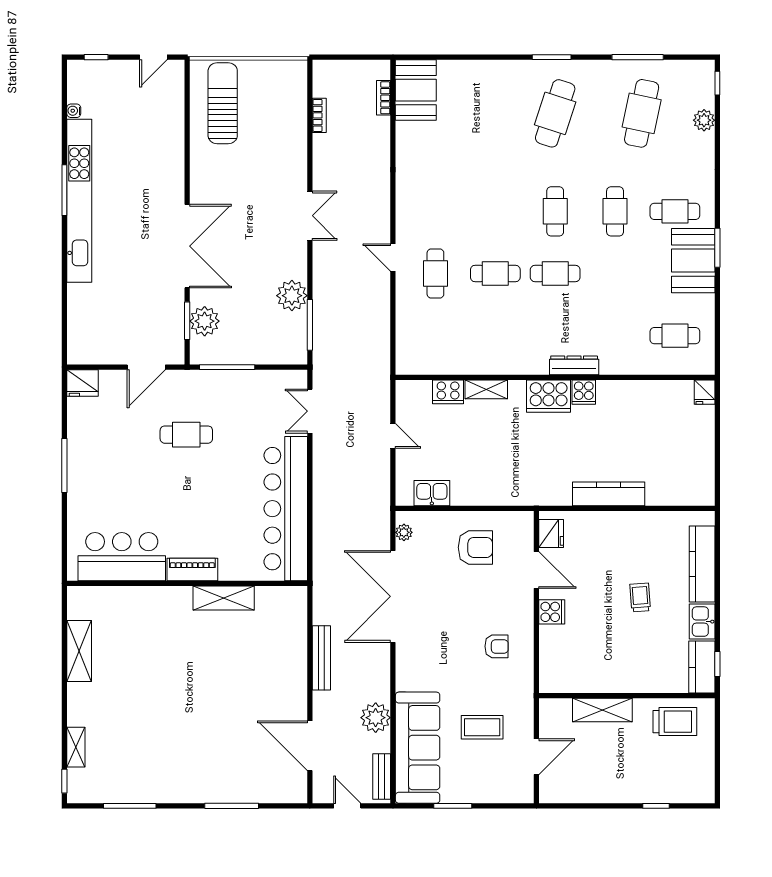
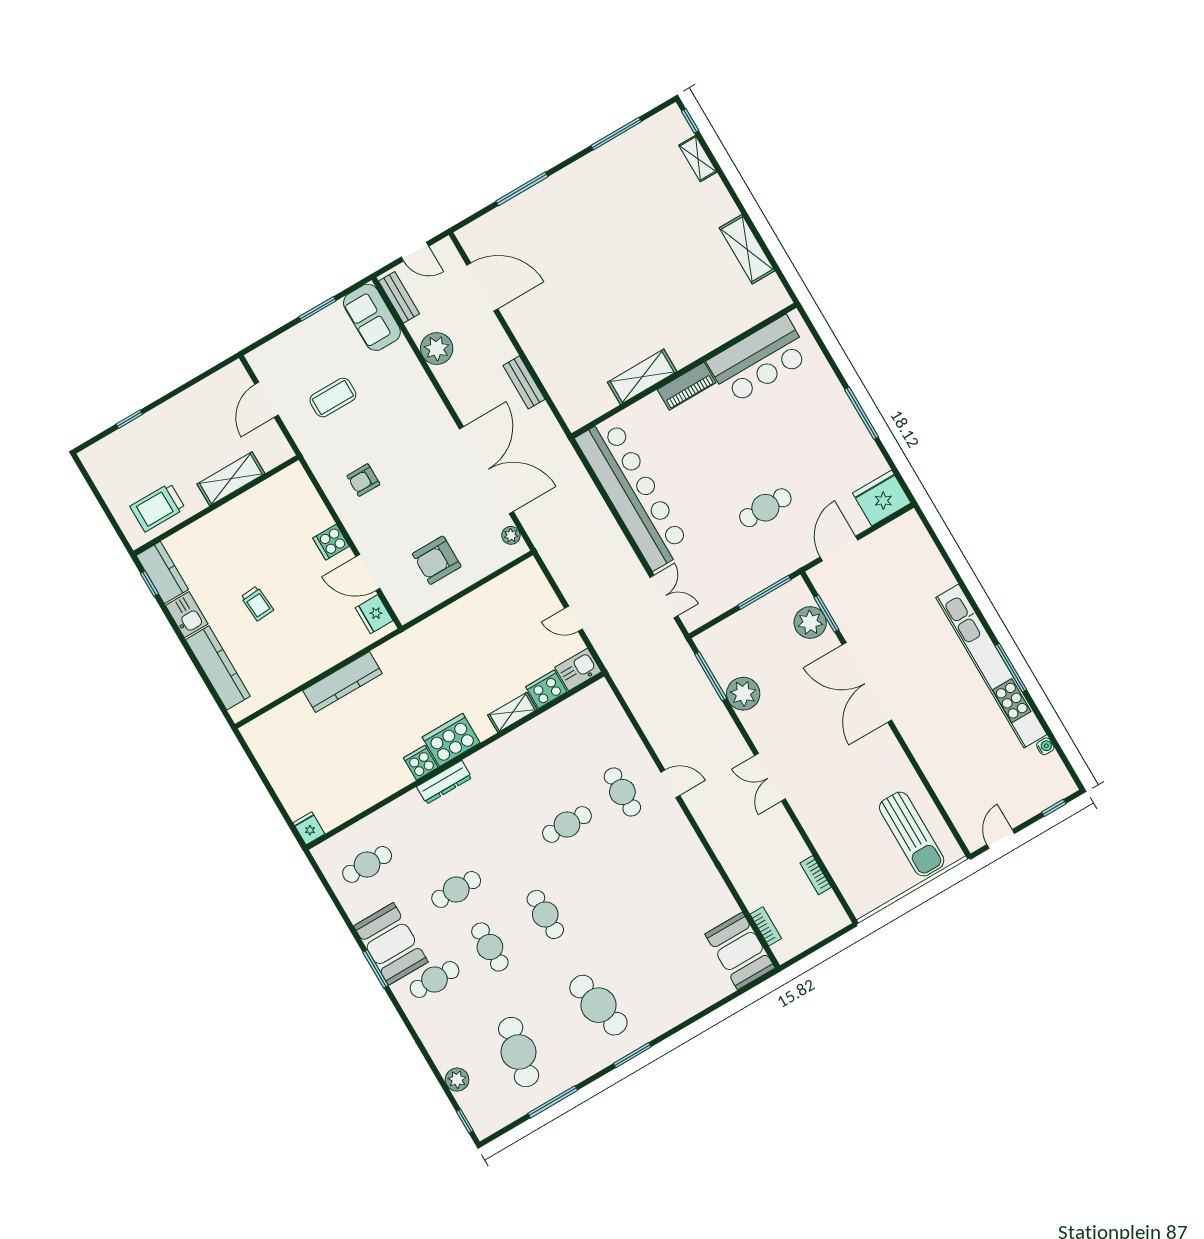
cafe table: (555, 113) -> (598, 1005), turned -30
cafe table: (555, 274) -> (456, 889), moved
fridge: (83, 383) -> (882, 498), width x1.36, depth x1.34
kitchen sink: (432, 493) -> (578, 670), moved, turned 180
bench: (321, 658) -> (524, 382), width x0.73
sofa: (418, 748) -> (372, 317), width x0.54, depth x0.79

